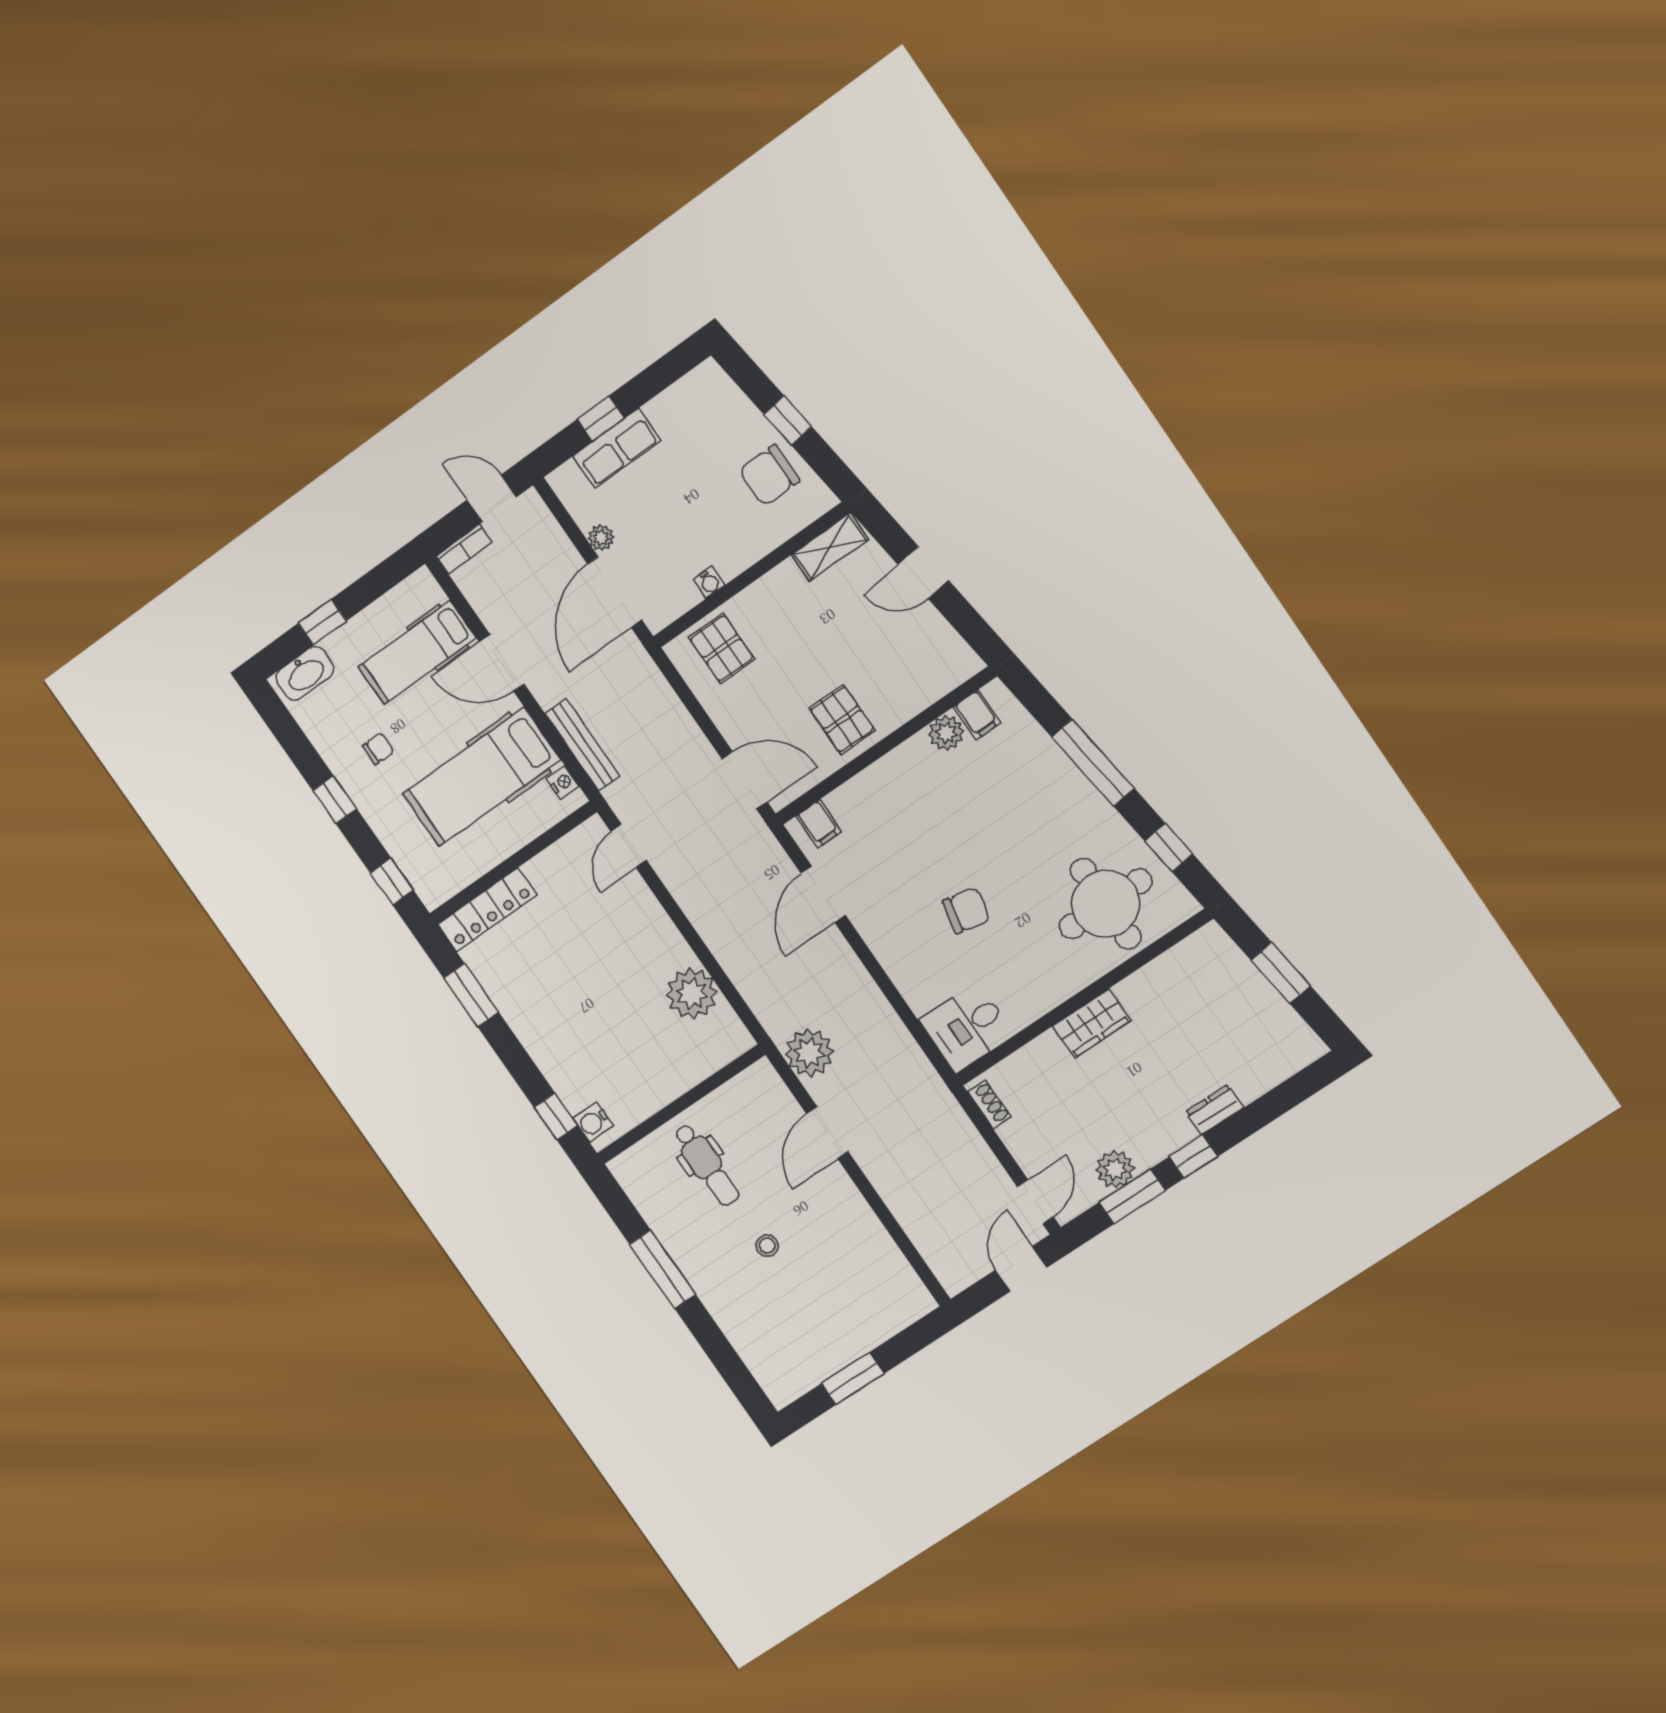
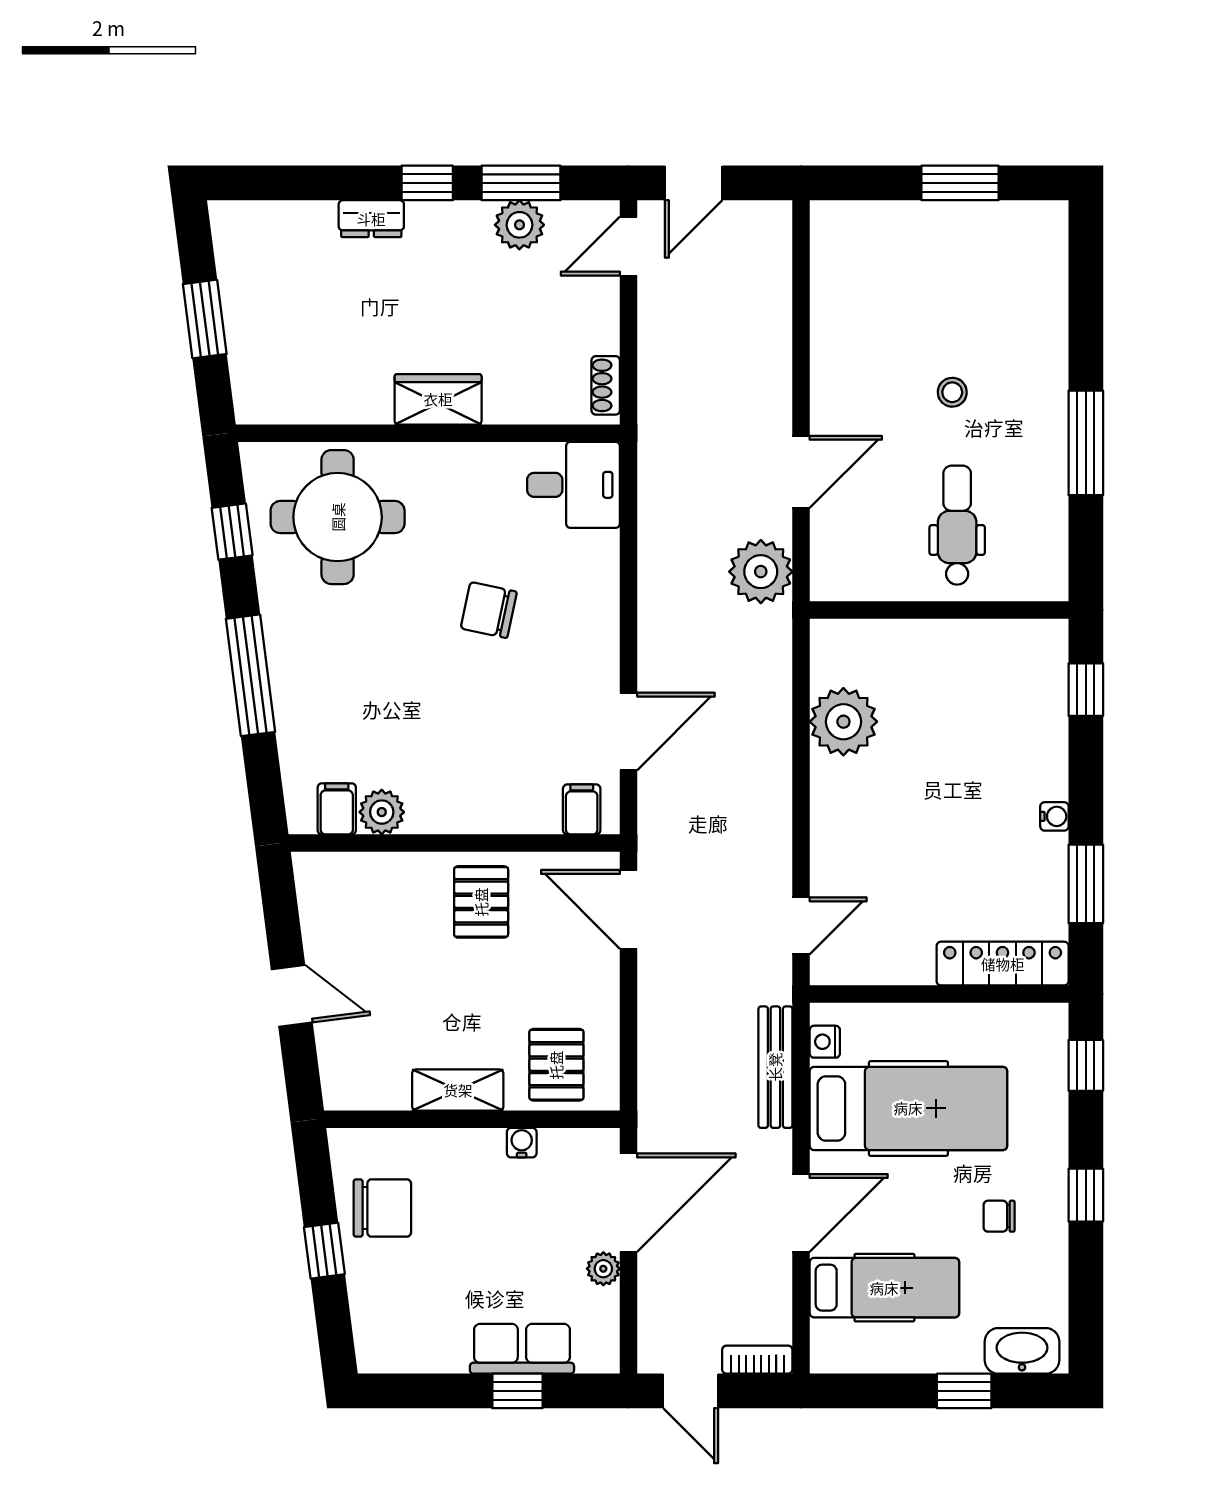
shelving: (830, 547) -> (458, 1090), moved
door: (502, 663) -> (801, 1213), hinge flipped
water cooler: (593, 1122) -> (1054, 816), moved, width x0.72, depth x0.72

